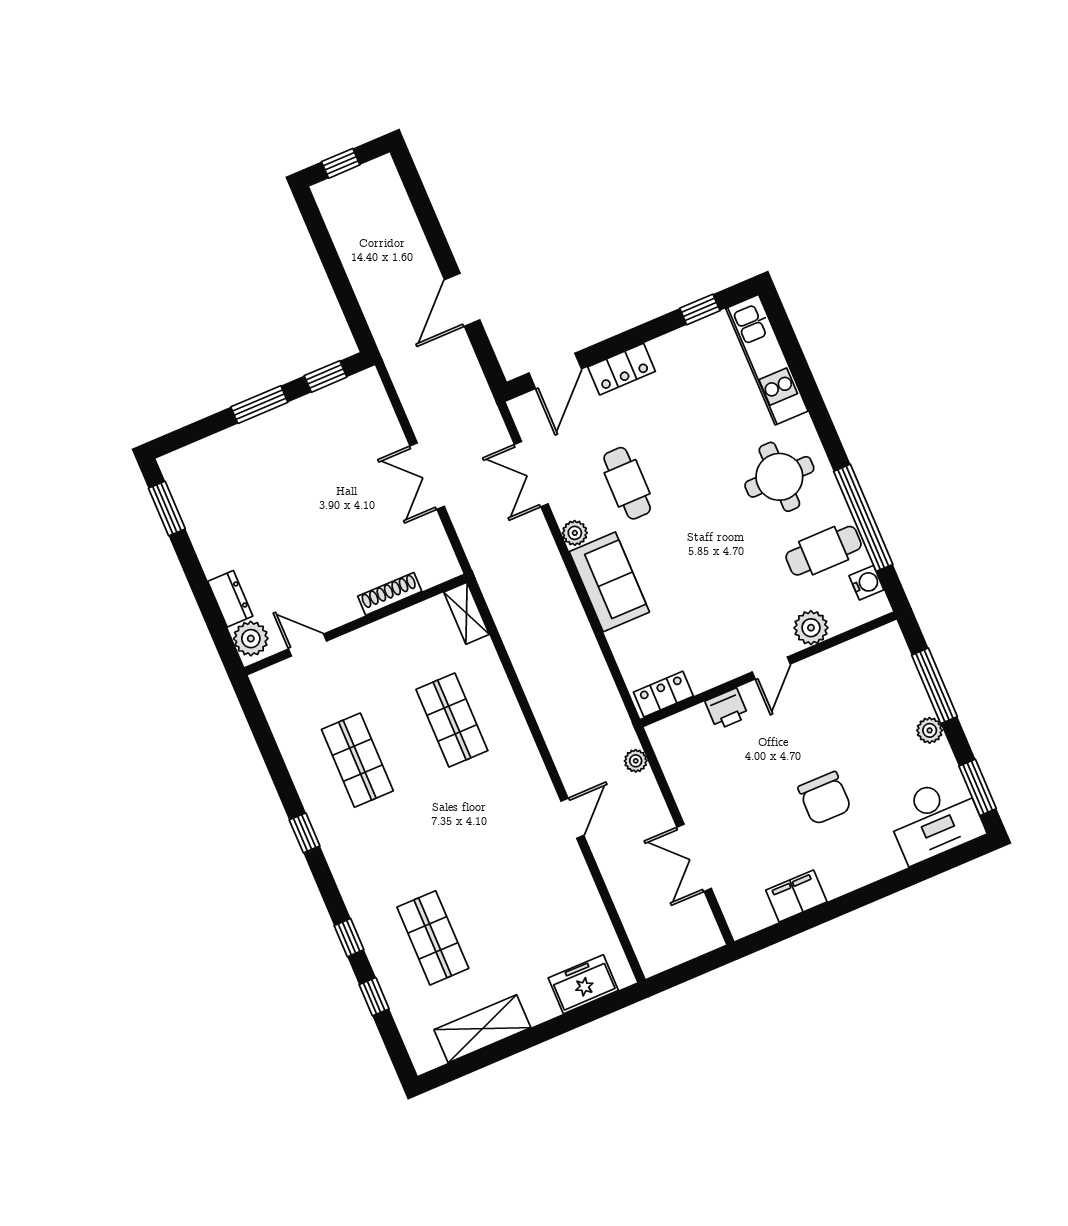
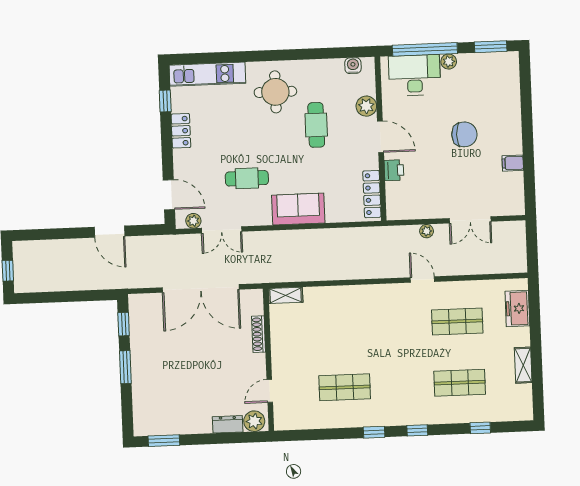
locker: (622, 369) -> (181, 131), moved
double door: (427, 476) -> (201, 288), width x1.87
window: (863, 518) -> (316, 54), removed
plant: (575, 533) -> (193, 221), moved
cafe table: (824, 551) -> (316, 125), moved
door: (771, 668) -> (380, 137), width x1.38
window: (935, 686) -> (425, 49), width x1.46
locker: (663, 694) -> (372, 194), width x1.53
shop shelf: (452, 720) -> (457, 321), moved
plant: (636, 761) -> (427, 231), moved
desk: (935, 820) -> (415, 75), moved, turned -90
filing cabinet: (796, 896) -> (513, 163), width x0.50
window: (349, 938) -> (417, 430), moved
shelving: (482, 1029) -> (523, 365), width x0.67, depth x0.75

